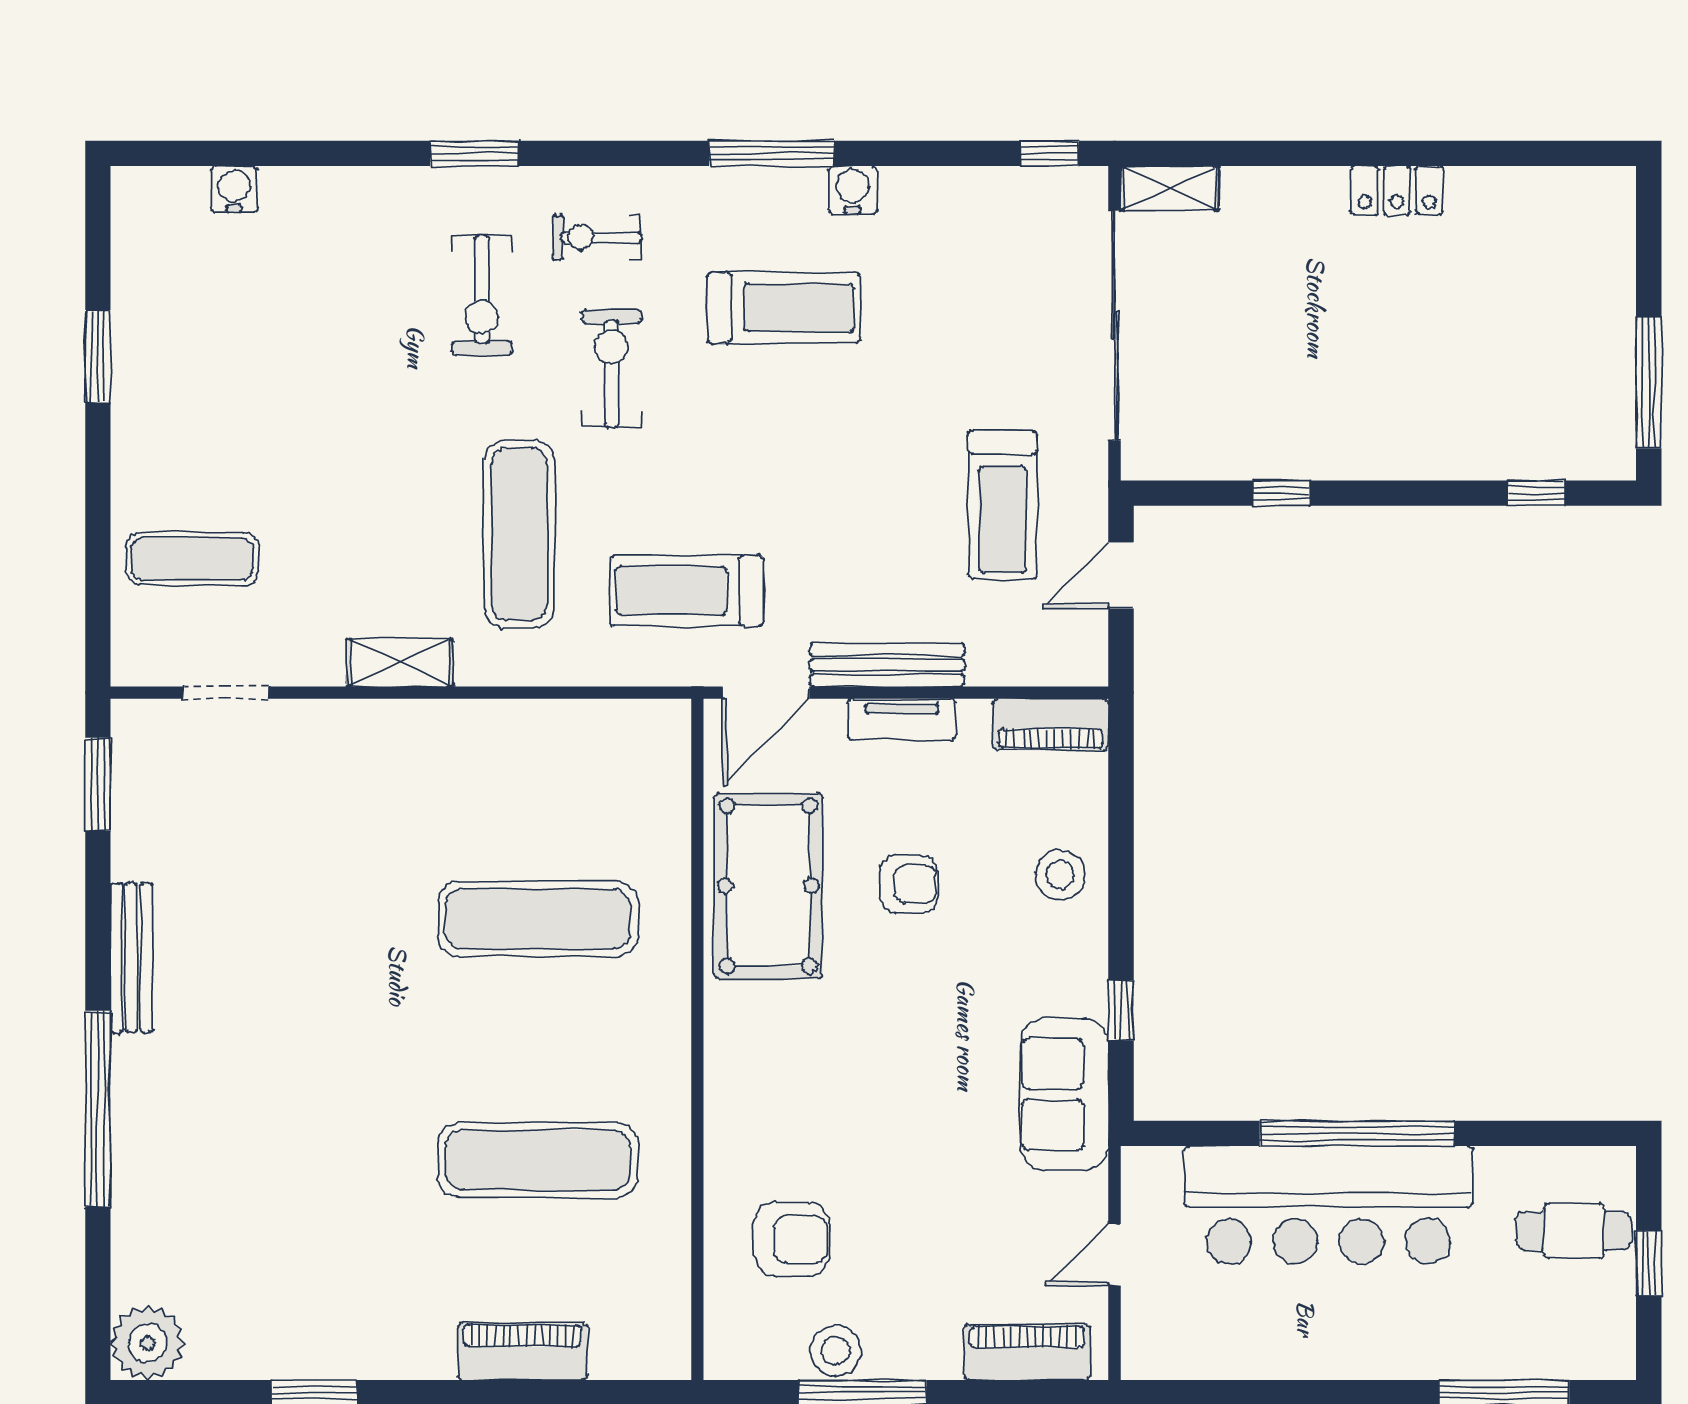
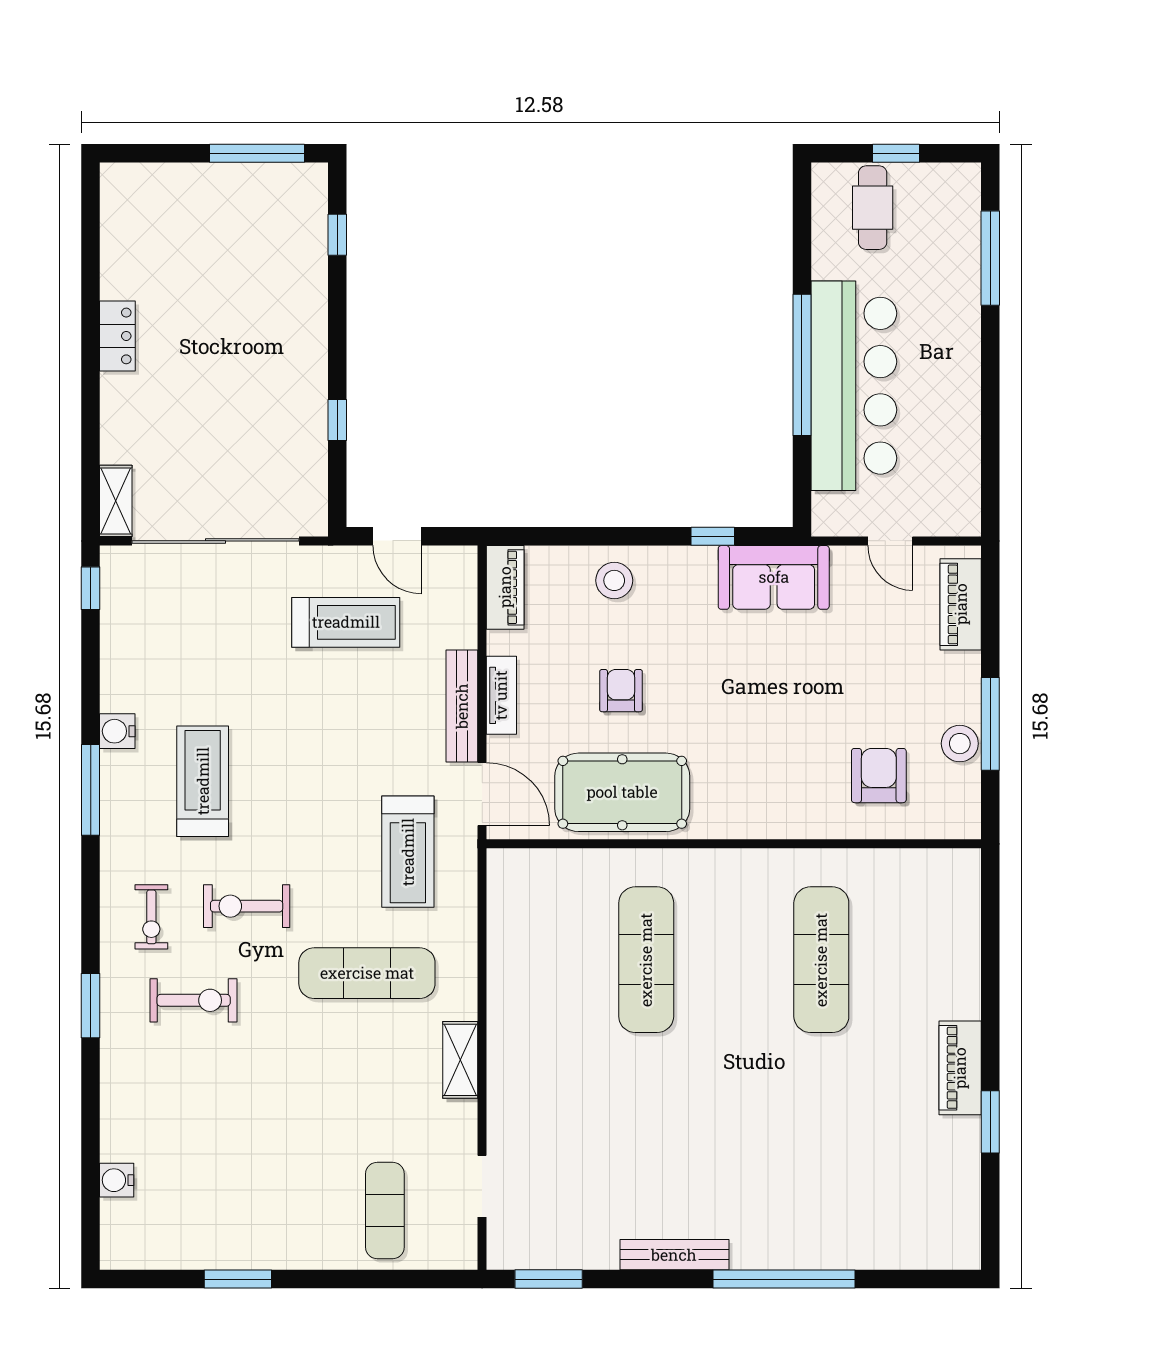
plant: (148, 1343) -> (954, 1243), removed
piano: (523, 1351) -> (960, 1068), moved

